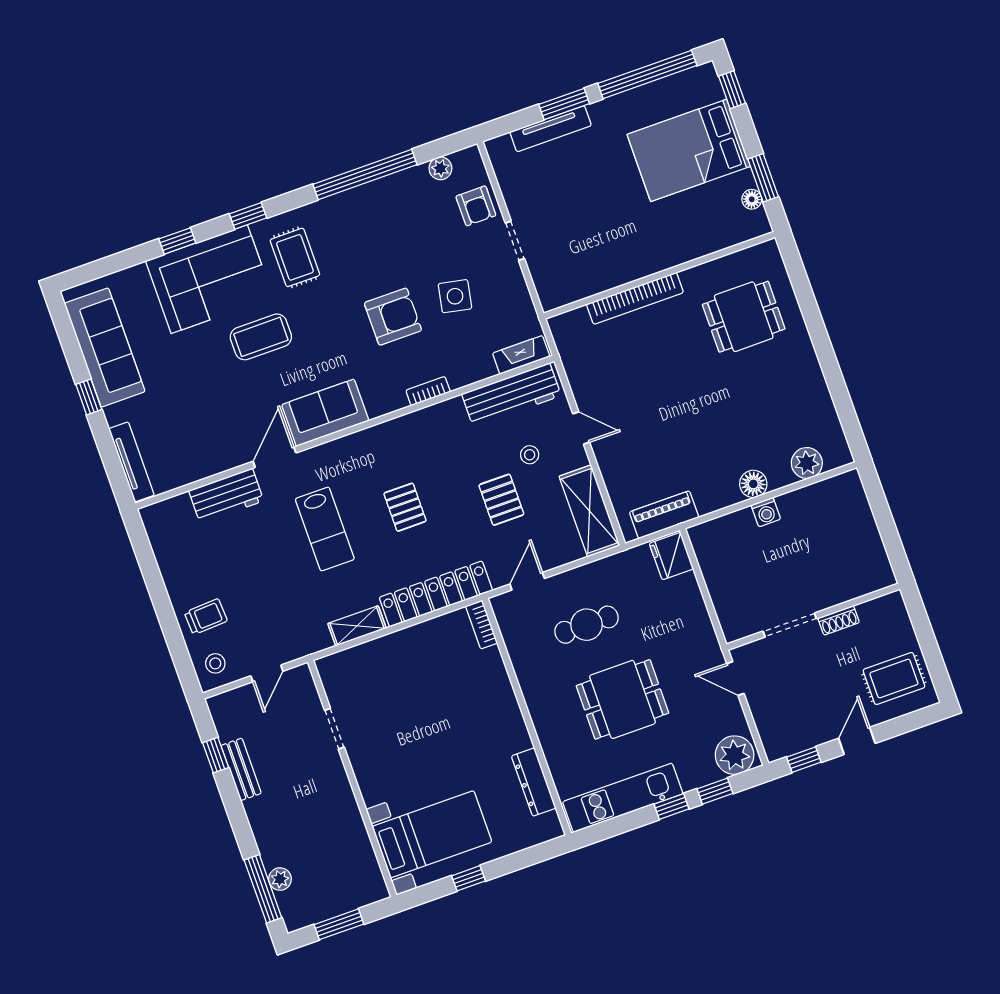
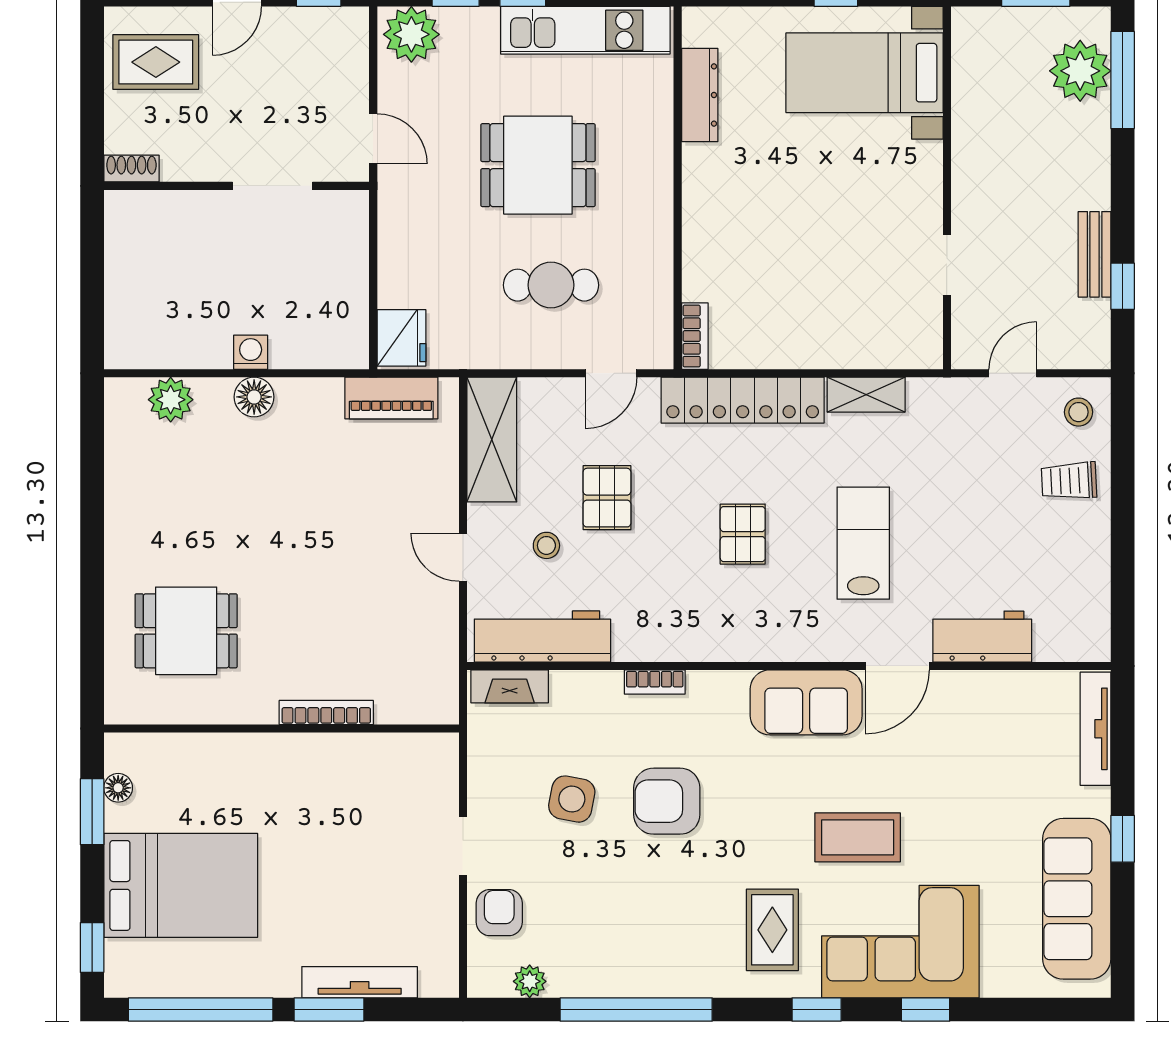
bookcase: (635, 298) -> (326, 713), width x0.68, depth x0.76
shoe rack: (839, 620) -> (131, 169), moved
plant: (280, 879) -> (1080, 71), width x1.87, depth x1.87

